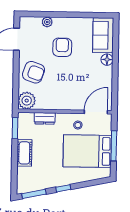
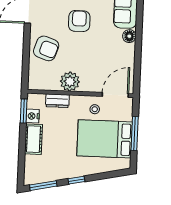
plant: (27, 101) -> (70, 82), moved
nightstand: (23, 132) -> (33, 116), added

